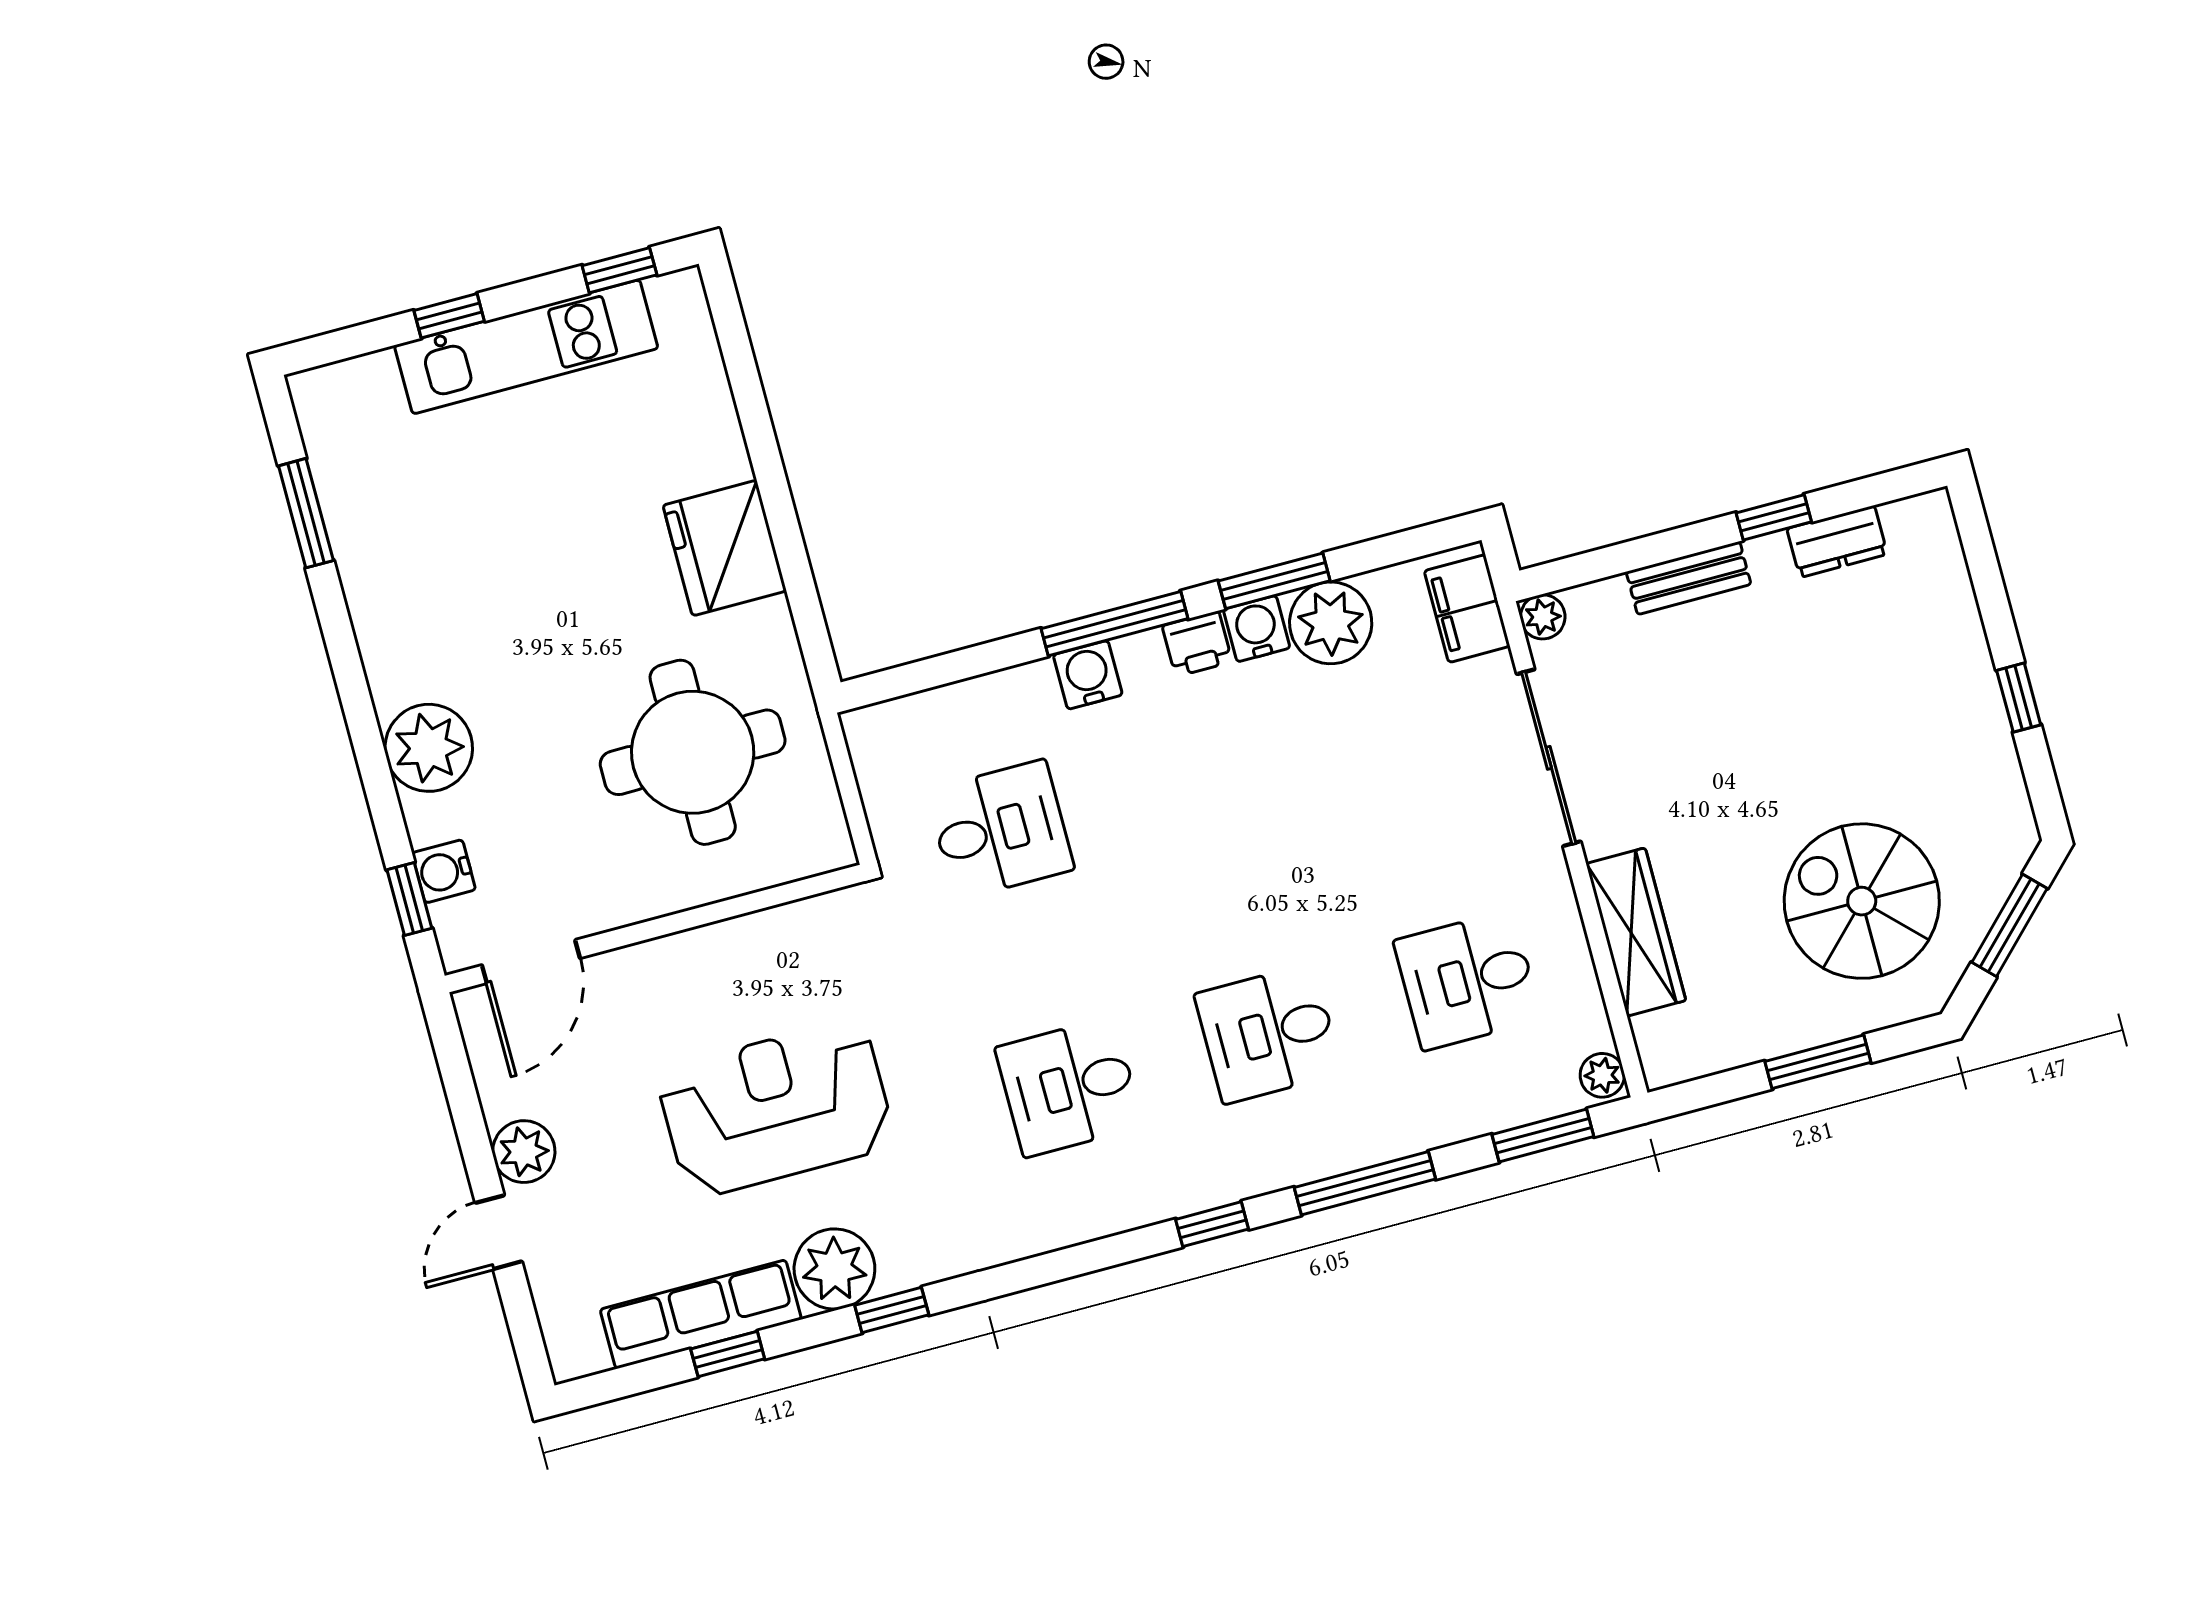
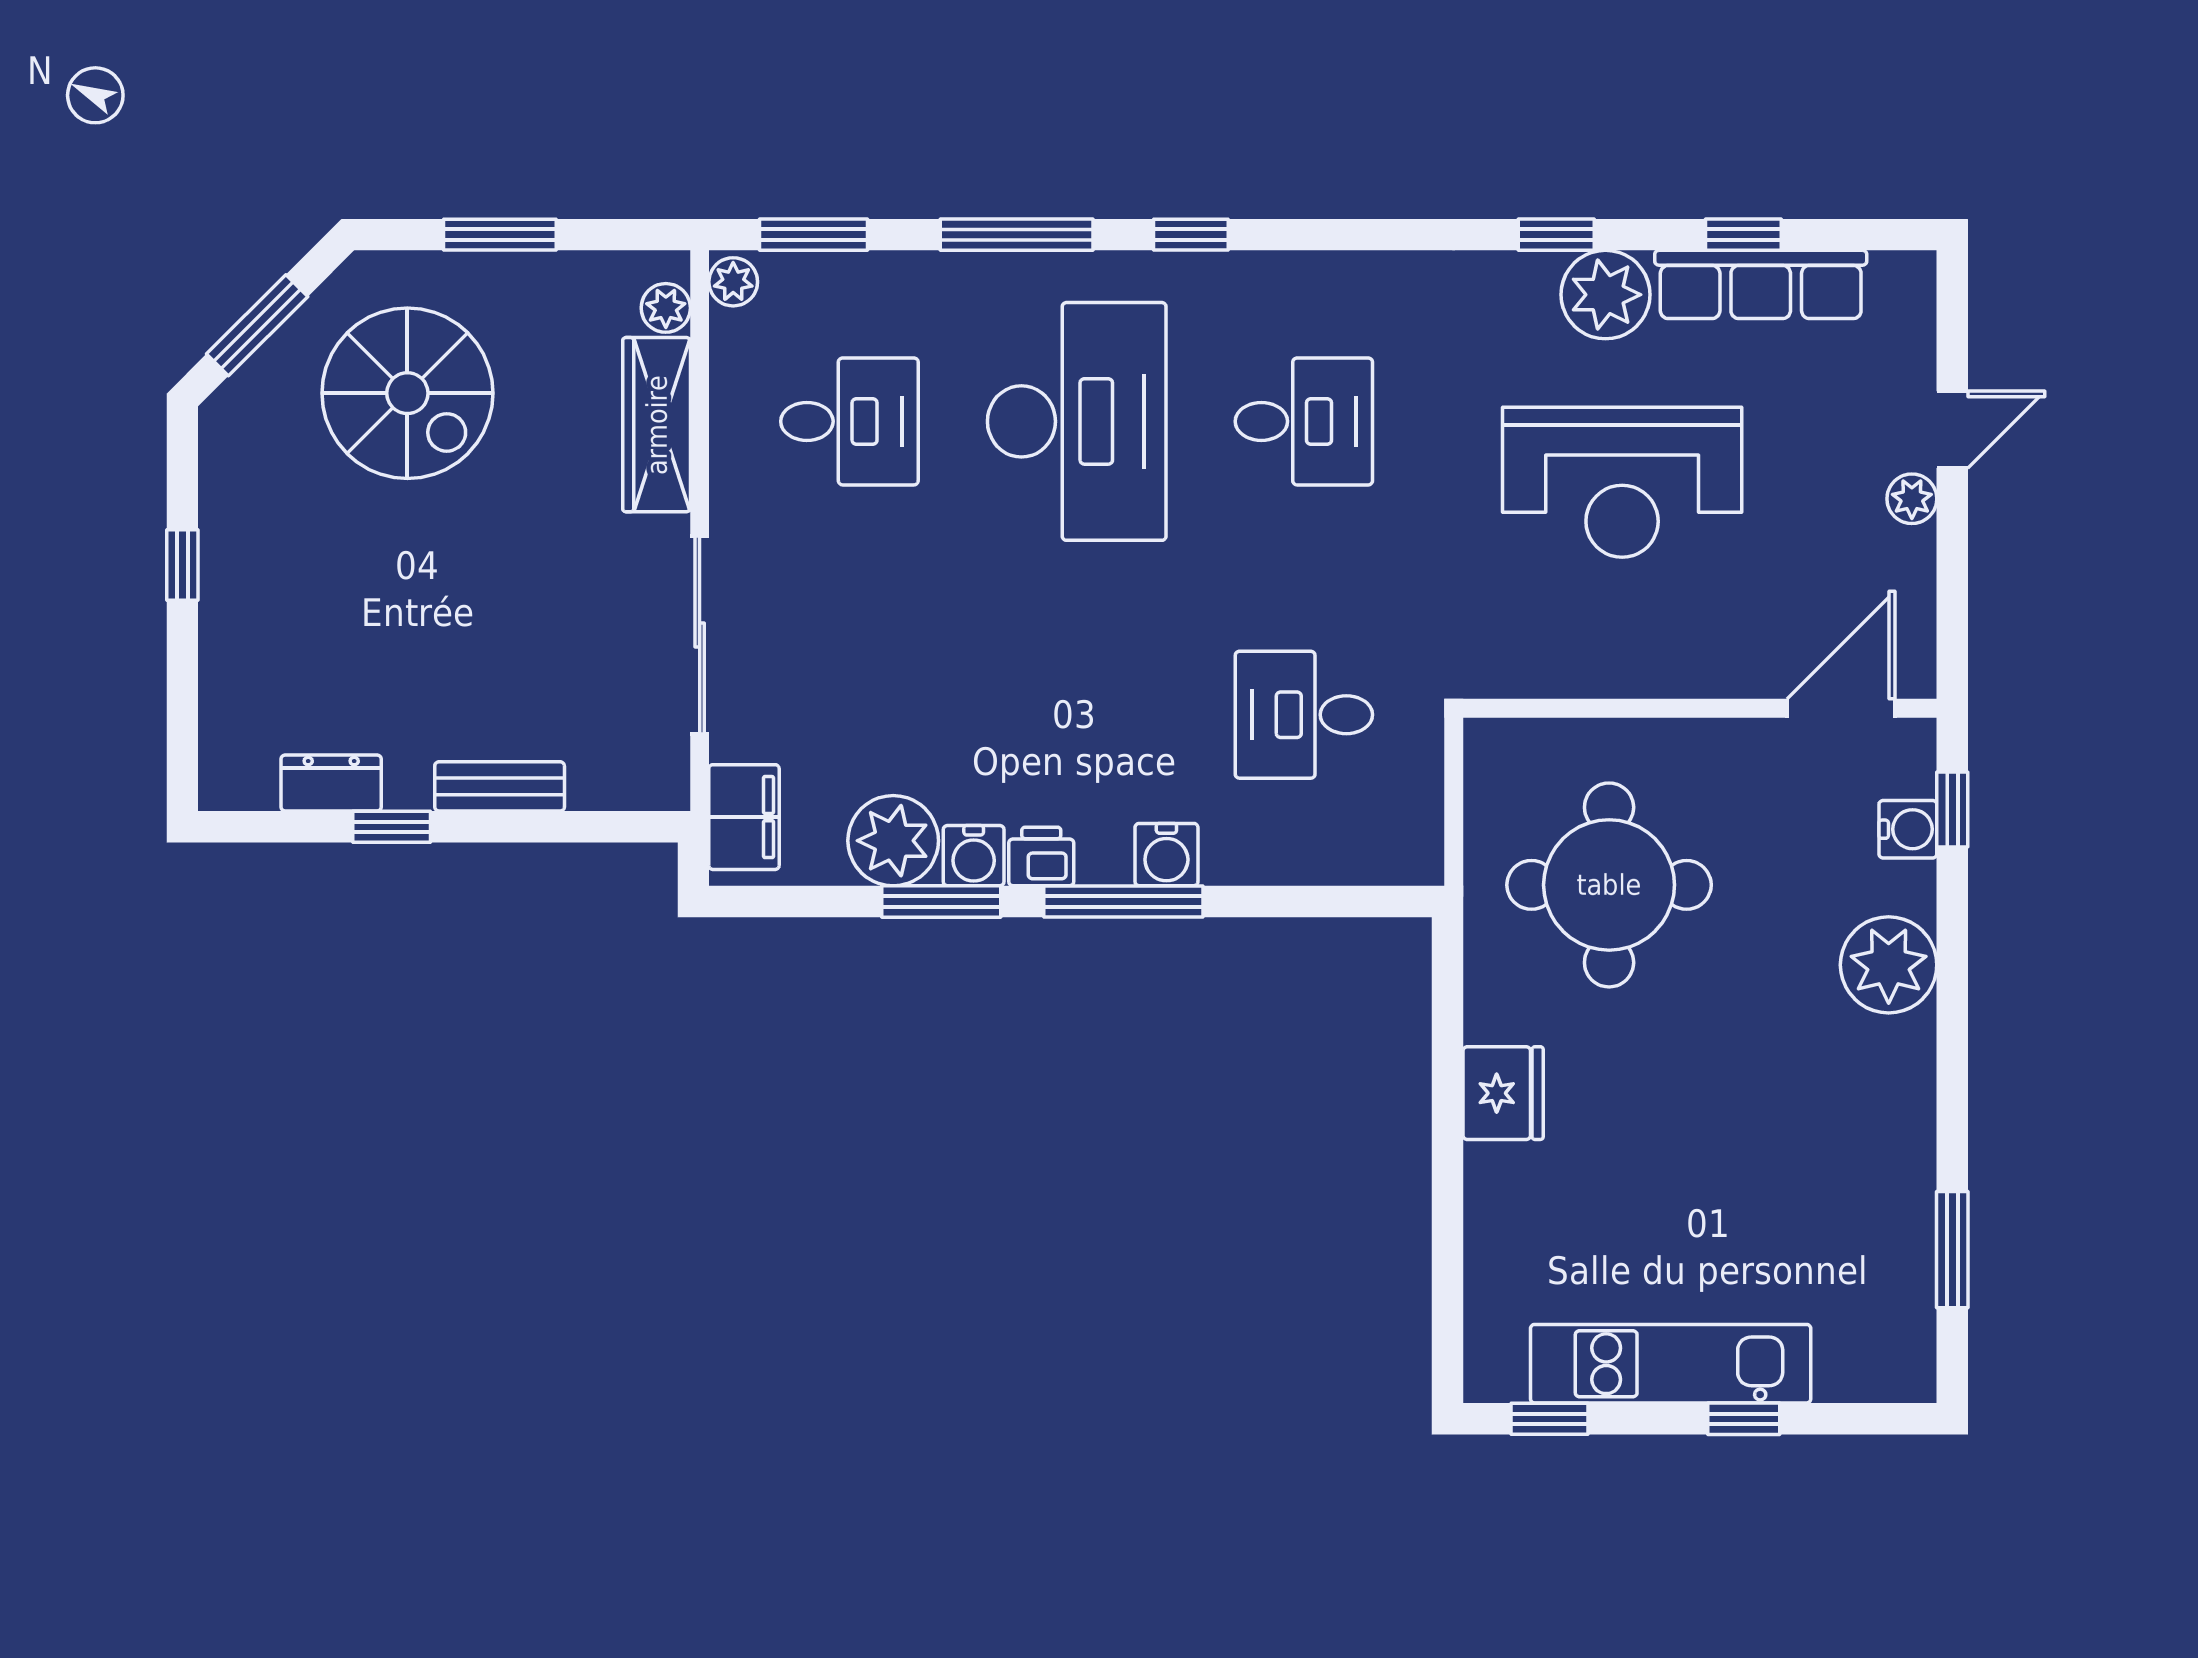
fridge: (725, 548) -> (1503, 1093), width x0.73, depth x0.75
plant: (1543, 617) -> (666, 308), moved
desk: (1268, 1034) -> (1077, 421), width x1.87, depth x1.30
plant: (524, 1152) -> (1912, 499), width x0.73, depth x0.73

